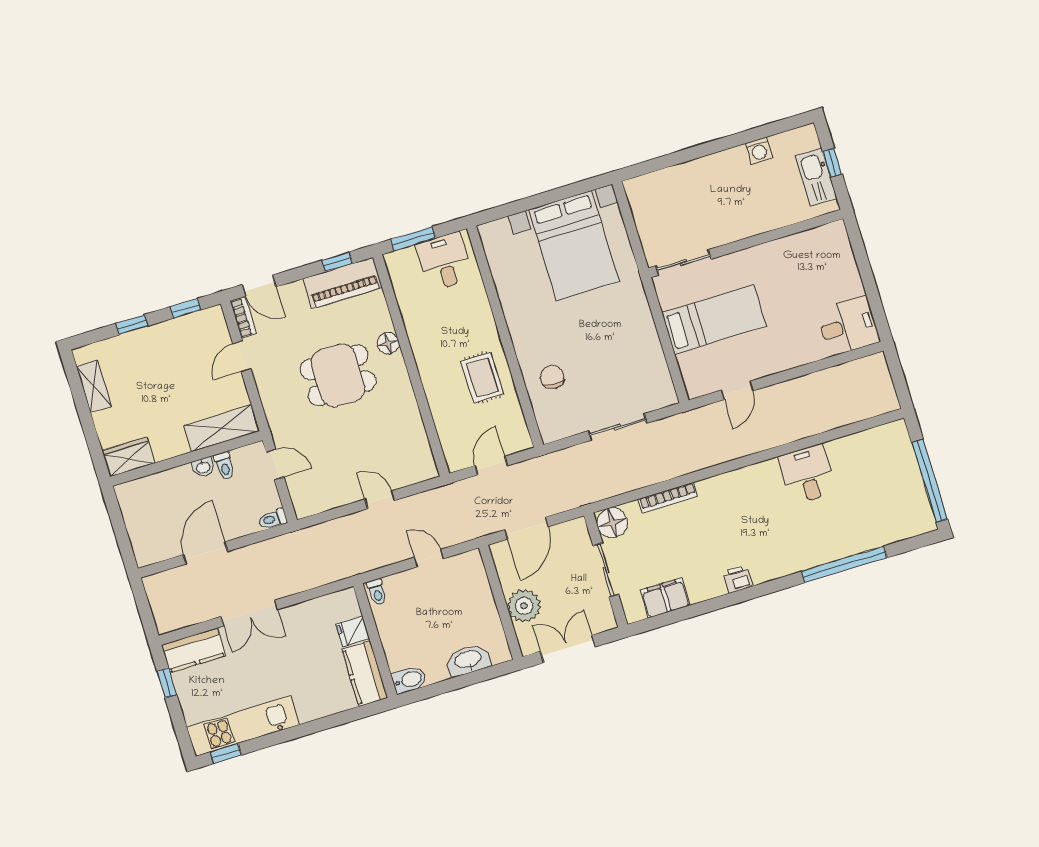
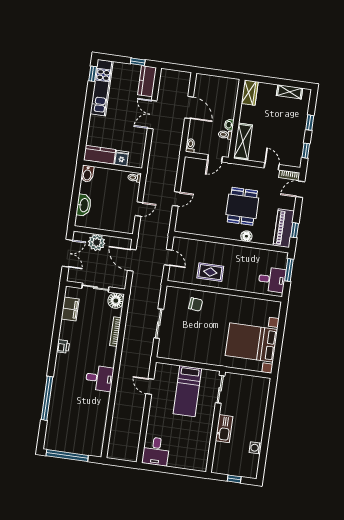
kitchen sink: (816, 177) -> (224, 429), moved, turned 90
desk: (807, 474) -> (99, 378), moved

